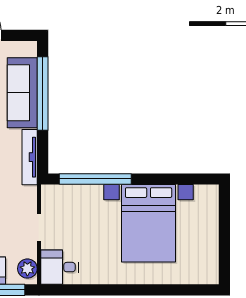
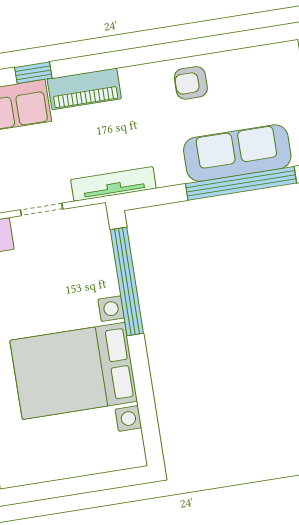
tv unit: (30, 157) -> (113, 184), moved

